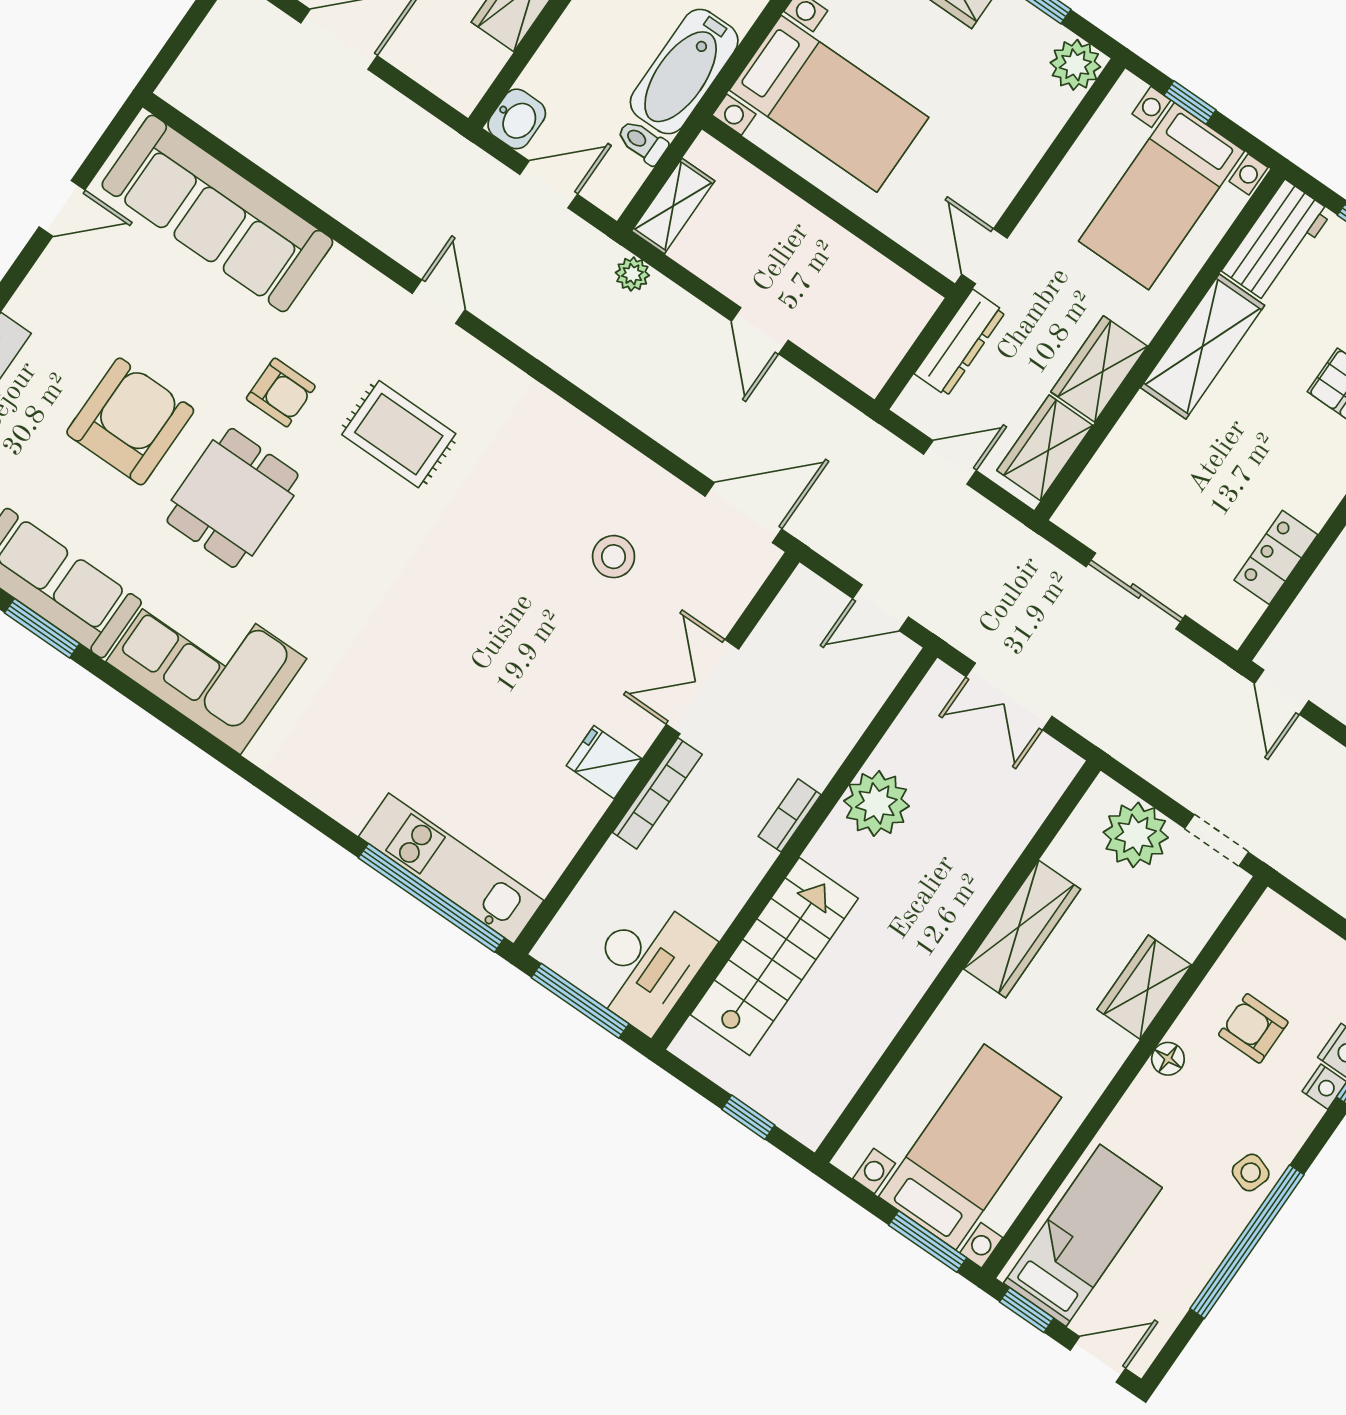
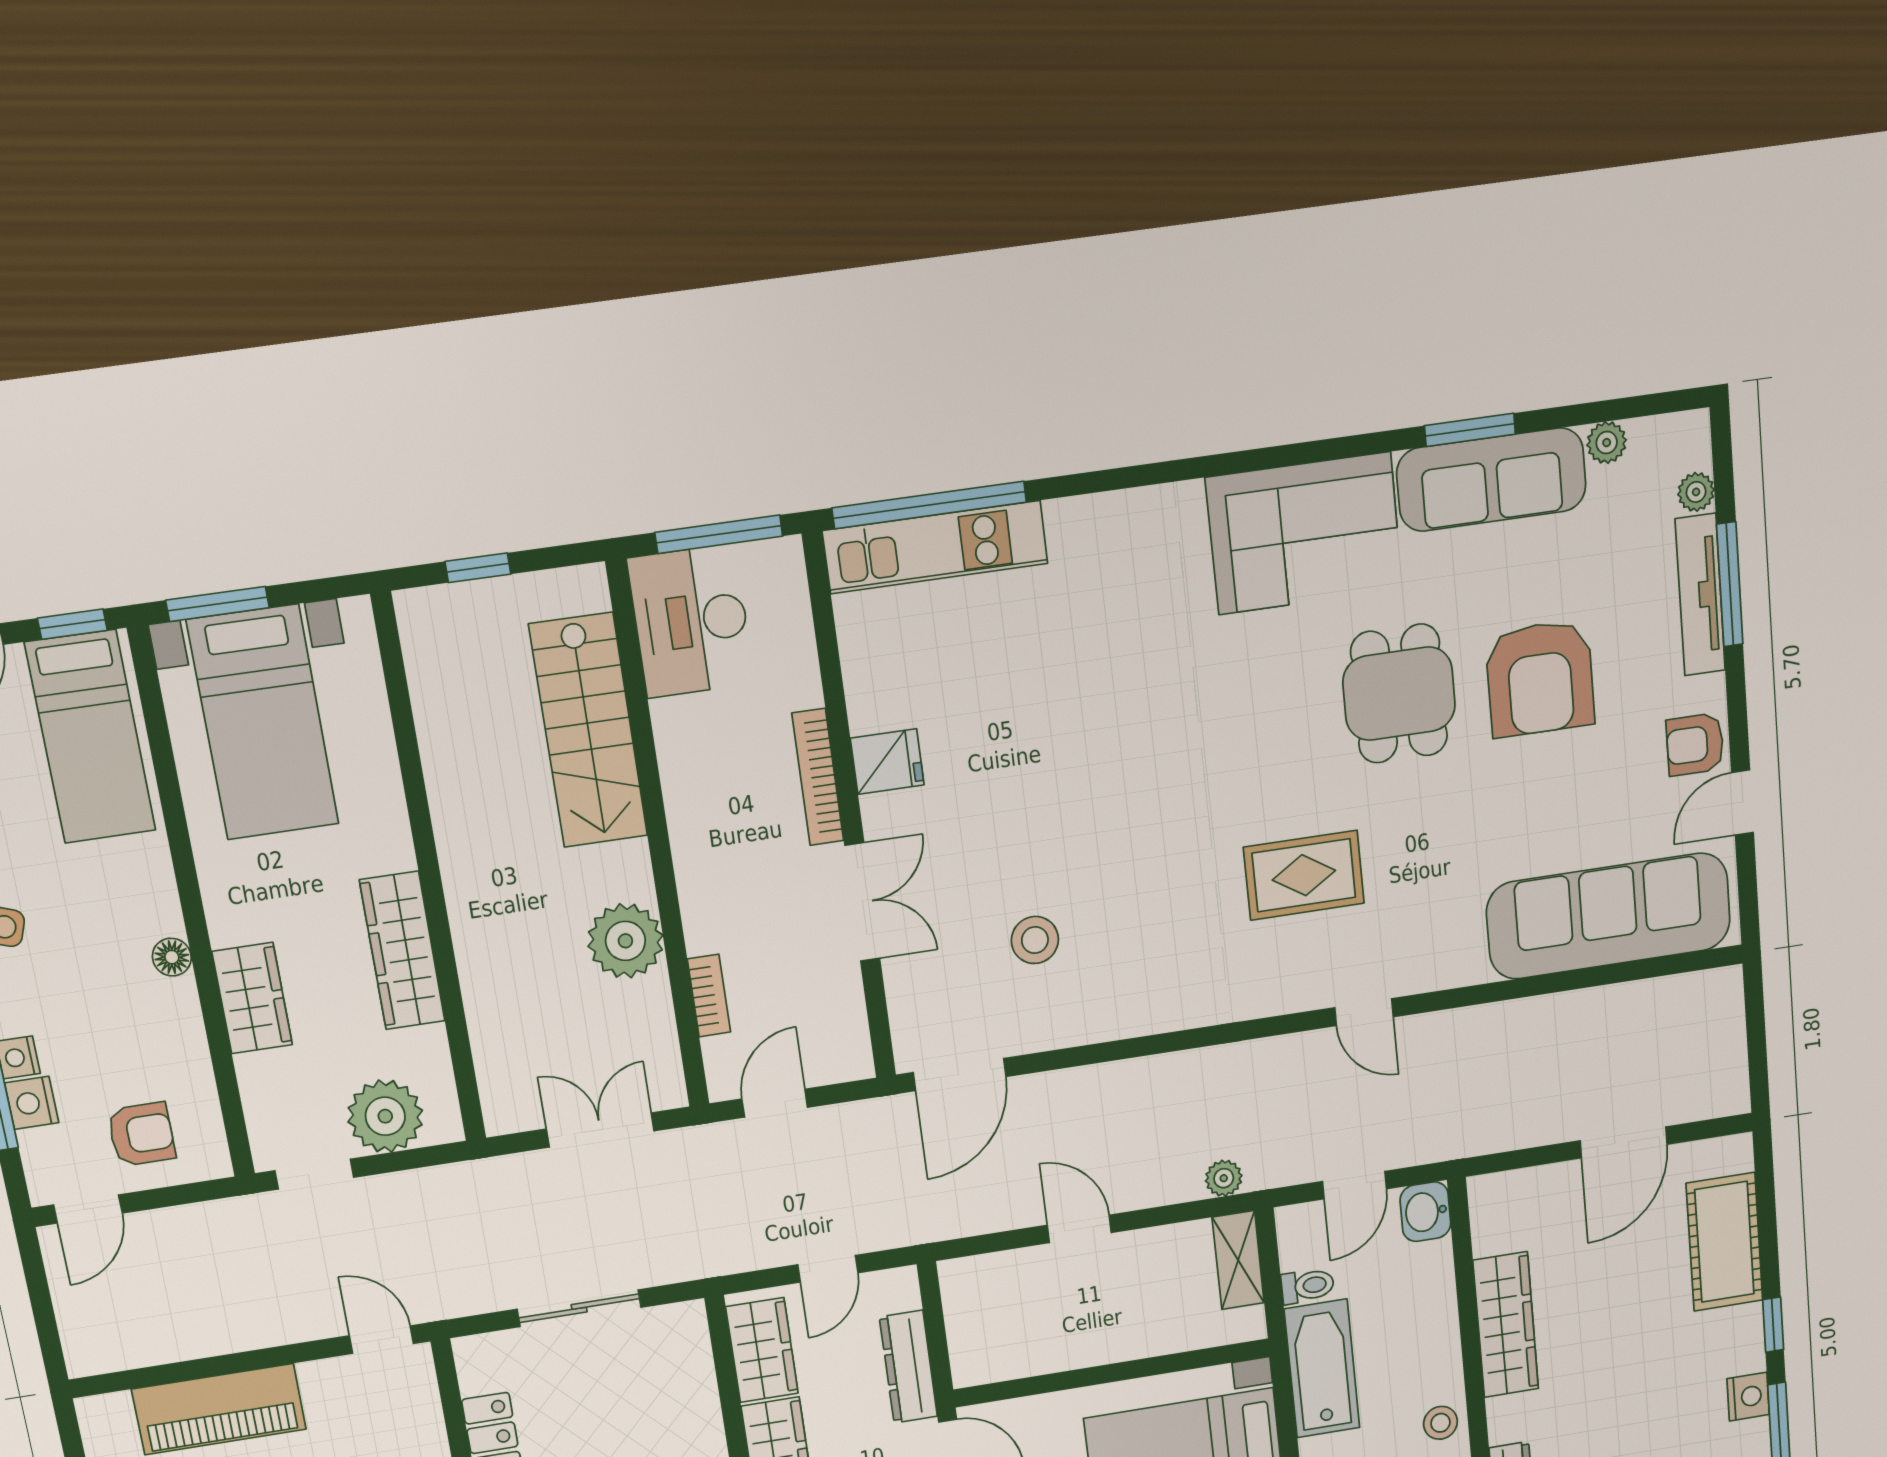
armchair: (281, 392) -> (1695, 744), moved
bookcase: (790, 815) -> (709, 996), moved
armchair: (1253, 1028) -> (141, 1134), moved

